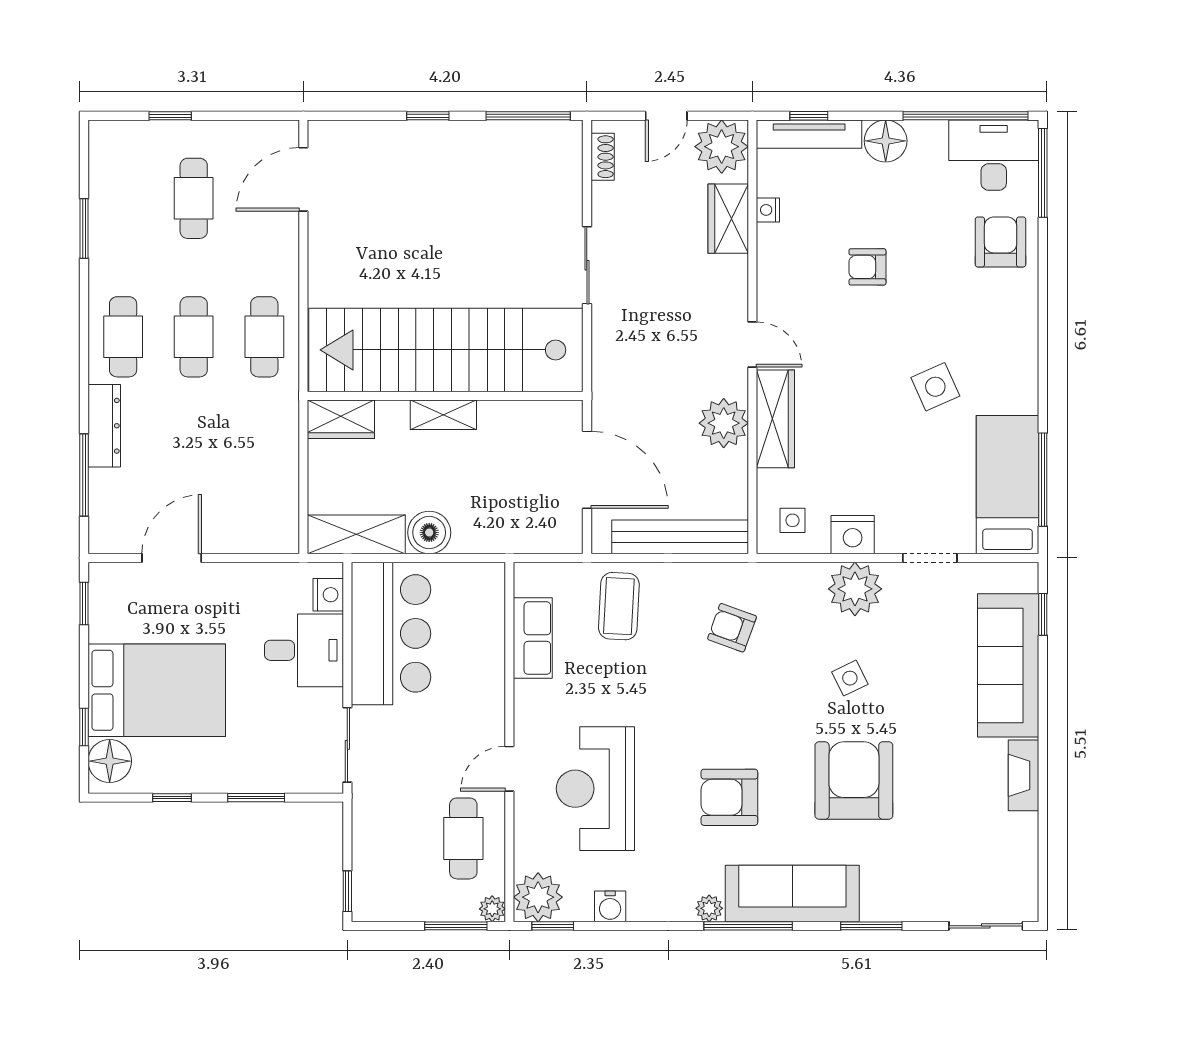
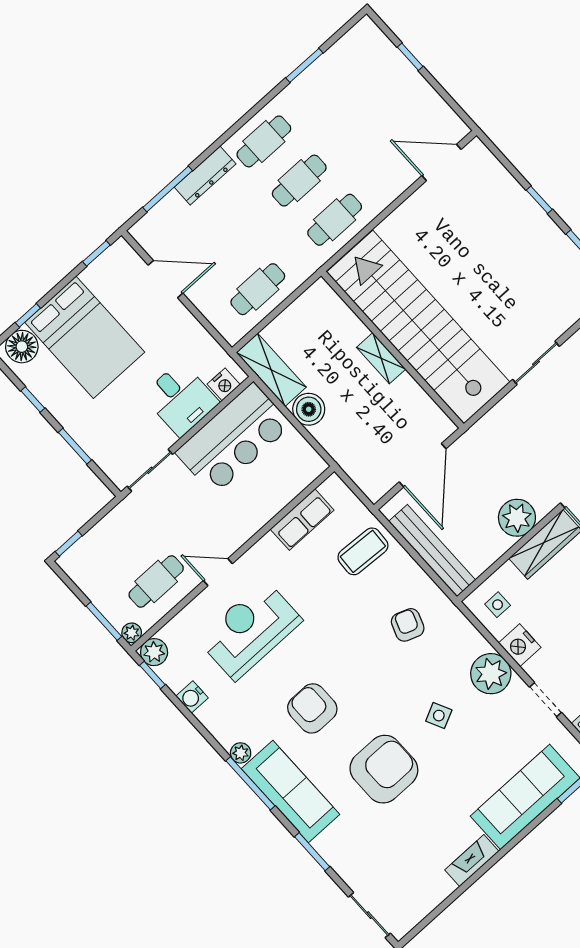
cafe table: (194, 198) -> (258, 289), moved
wardrobe: (341, 419) -> (327, 304), removed
plant: (538, 897) -> (154, 652), width x0.73, depth x0.73

